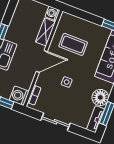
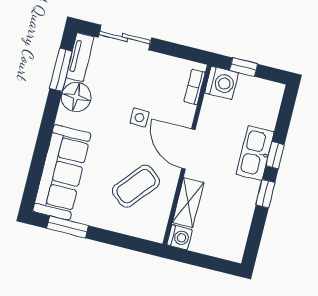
coffee table: (73, 44) -> (136, 186), turned -50
door: (42, 61) -> (188, 149), hinge flipped
sliding door: (55, 122) -> (125, 38), moved

